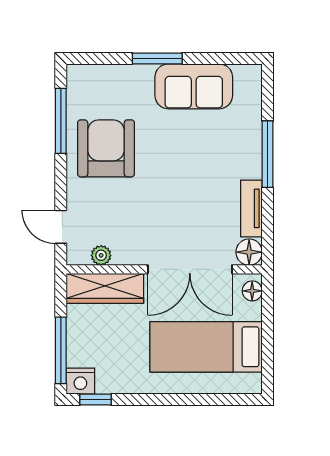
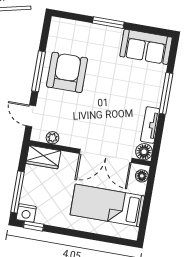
sofa: (194, 86) -> (146, 47), moved
window: (61, 121) -> (39, 71), moved
wardrobe: (105, 288) -> (43, 157), width x0.67

